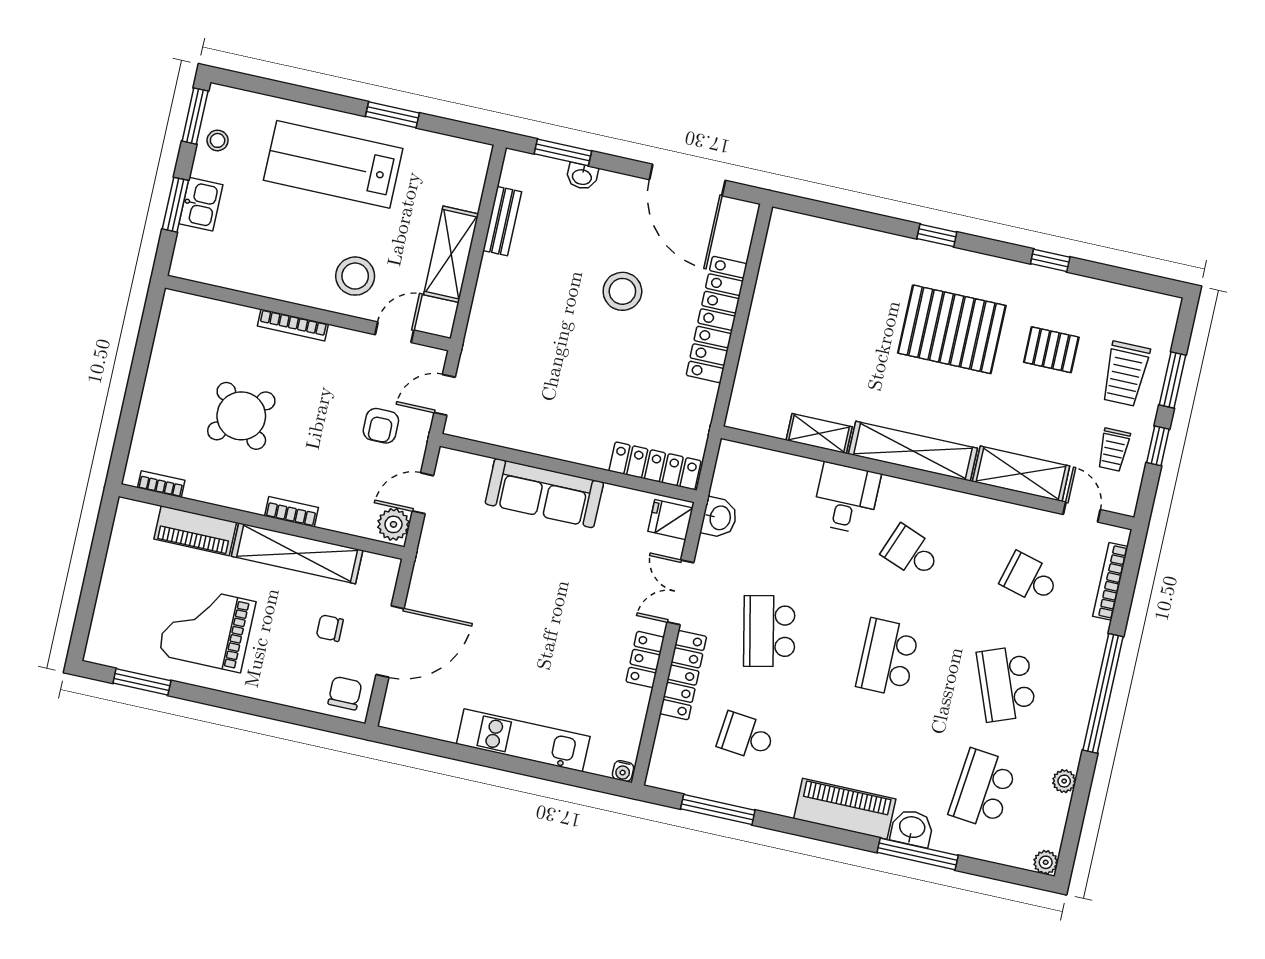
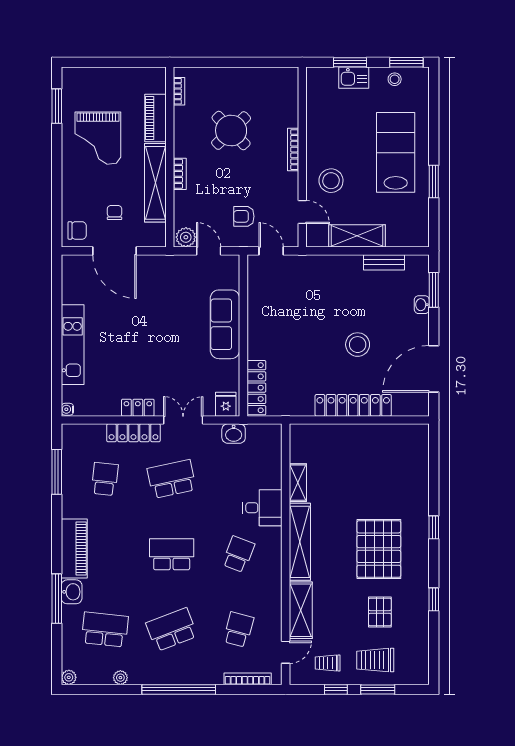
grand piano: (207, 628) -> (98, 138), turned 180

